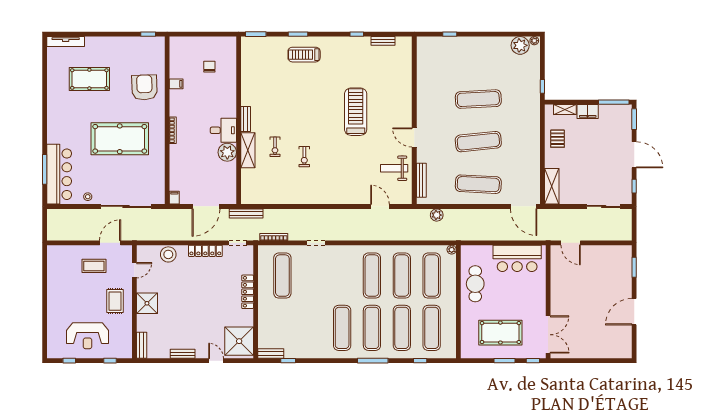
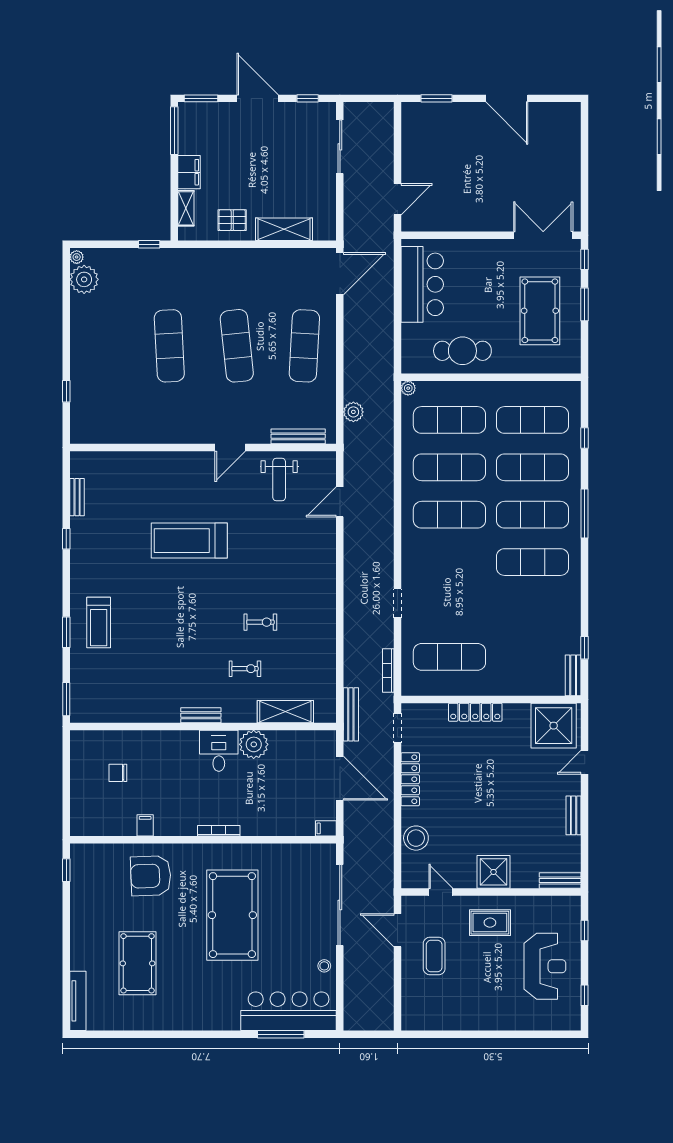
shelving: (248, 150) -> (285, 712), moved
door: (634, 155) -> (258, 98), hinge flipped
shelving: (552, 186) -> (284, 229), moved

